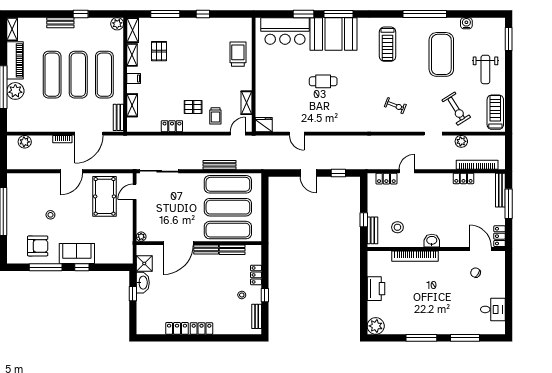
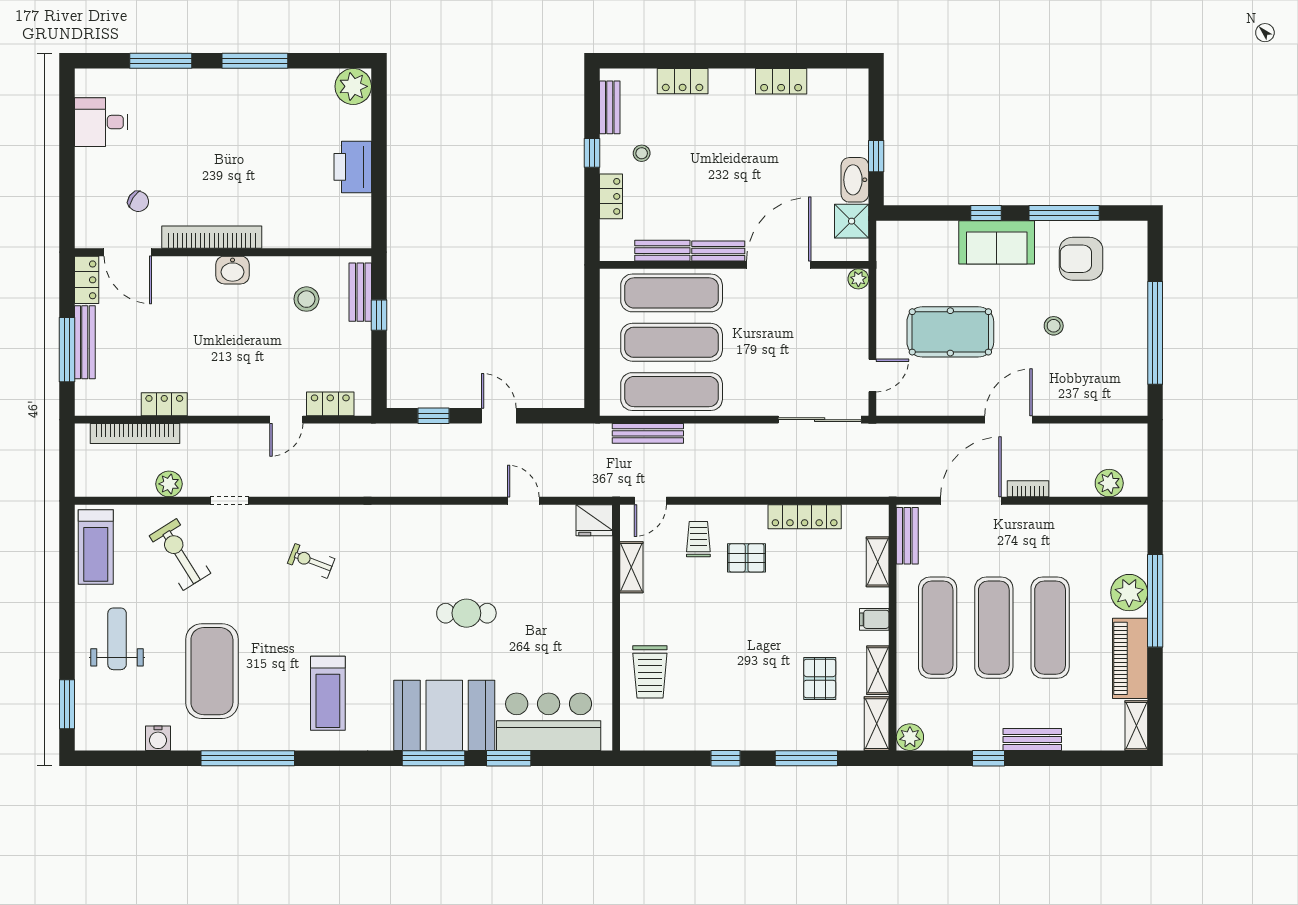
treadmill: (388, 44) -> (328, 693), turned 180
locker: (172, 126) -> (805, 517), width x1.53
bench: (220, 165) -> (648, 433), moved
bench: (500, 190) -> (85, 342), moved
pool table: (105, 196) -> (950, 332), moved, turned 90
bookcase: (415, 256) -> (212, 237), moved
locker: (202, 328) -> (683, 81), moved

